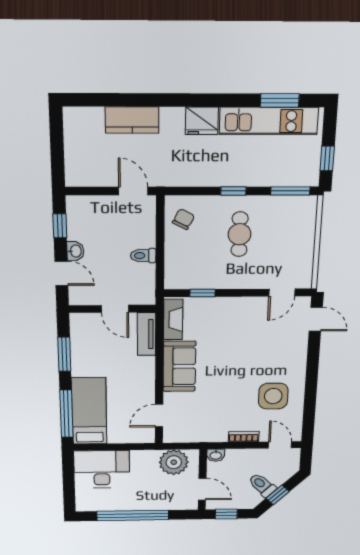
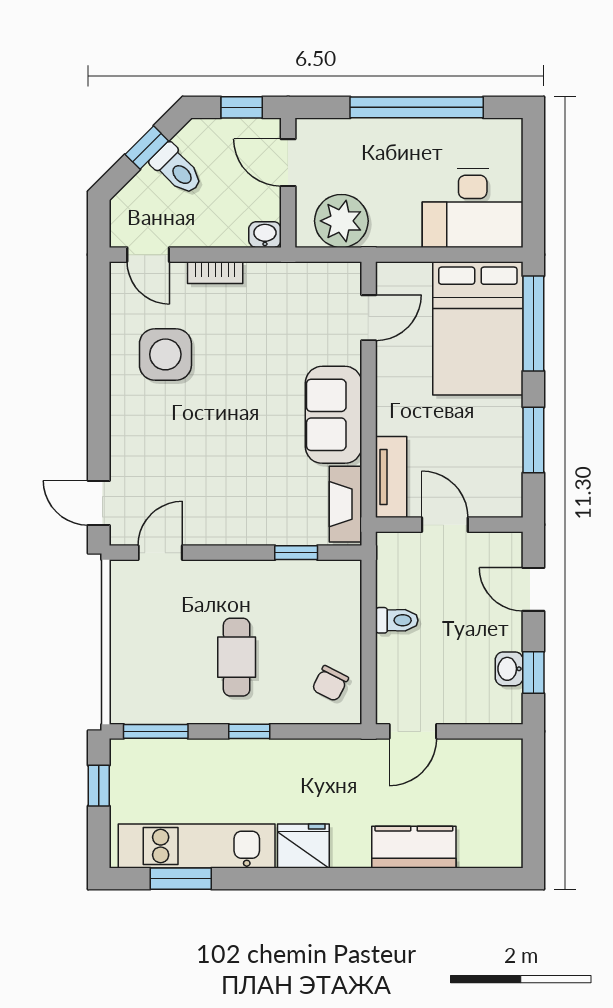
door: (133, 191) -> (413, 731), hinge flipped
washbasin: (75, 251) -> (509, 669), moved
bed: (89, 411) -> (478, 328), width x1.50

